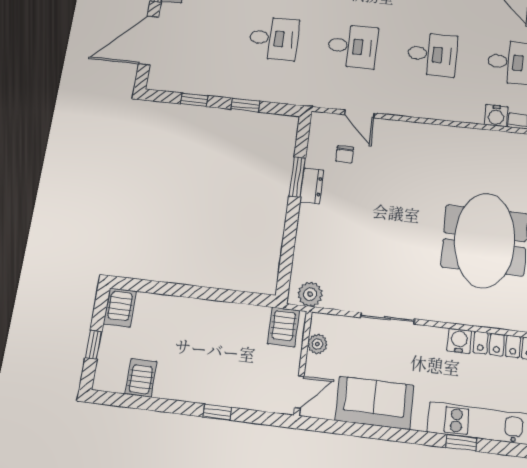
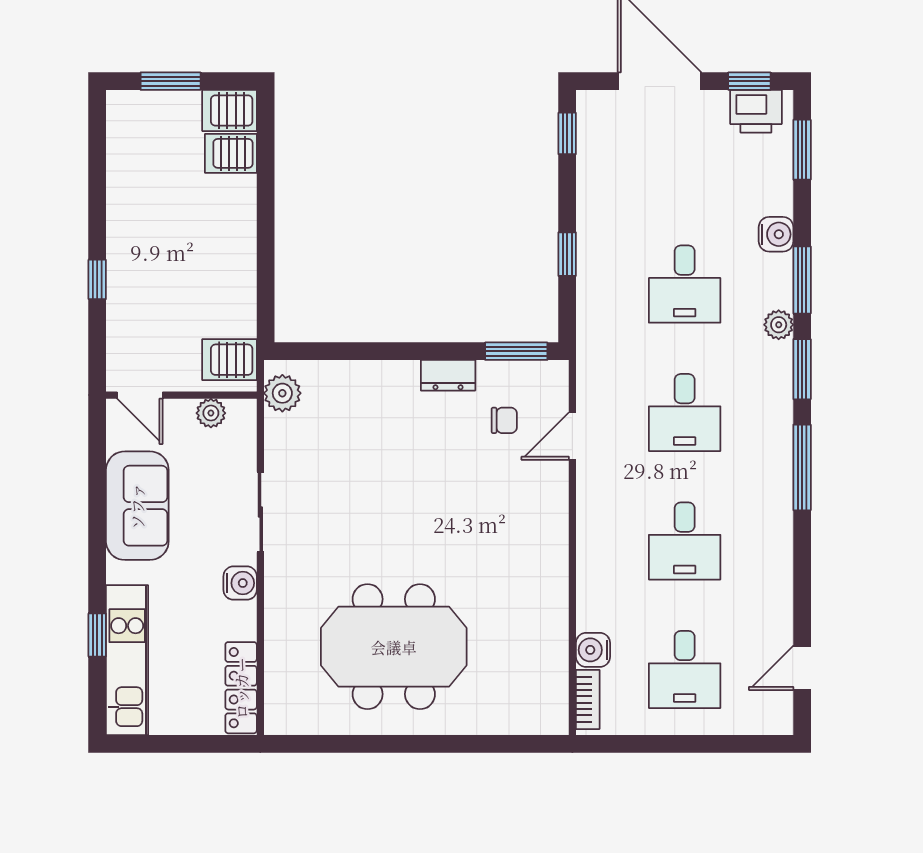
window: (194, 100) -> (567, 133), moved
chair: (345, 154) -> (504, 420), turned 180
window: (297, 177) -> (516, 351), moved
water cooler: (459, 341) -> (240, 583), moved
window: (94, 345) -> (171, 81), width x1.50
server rack: (141, 378) -> (231, 153), moved, turned 180

